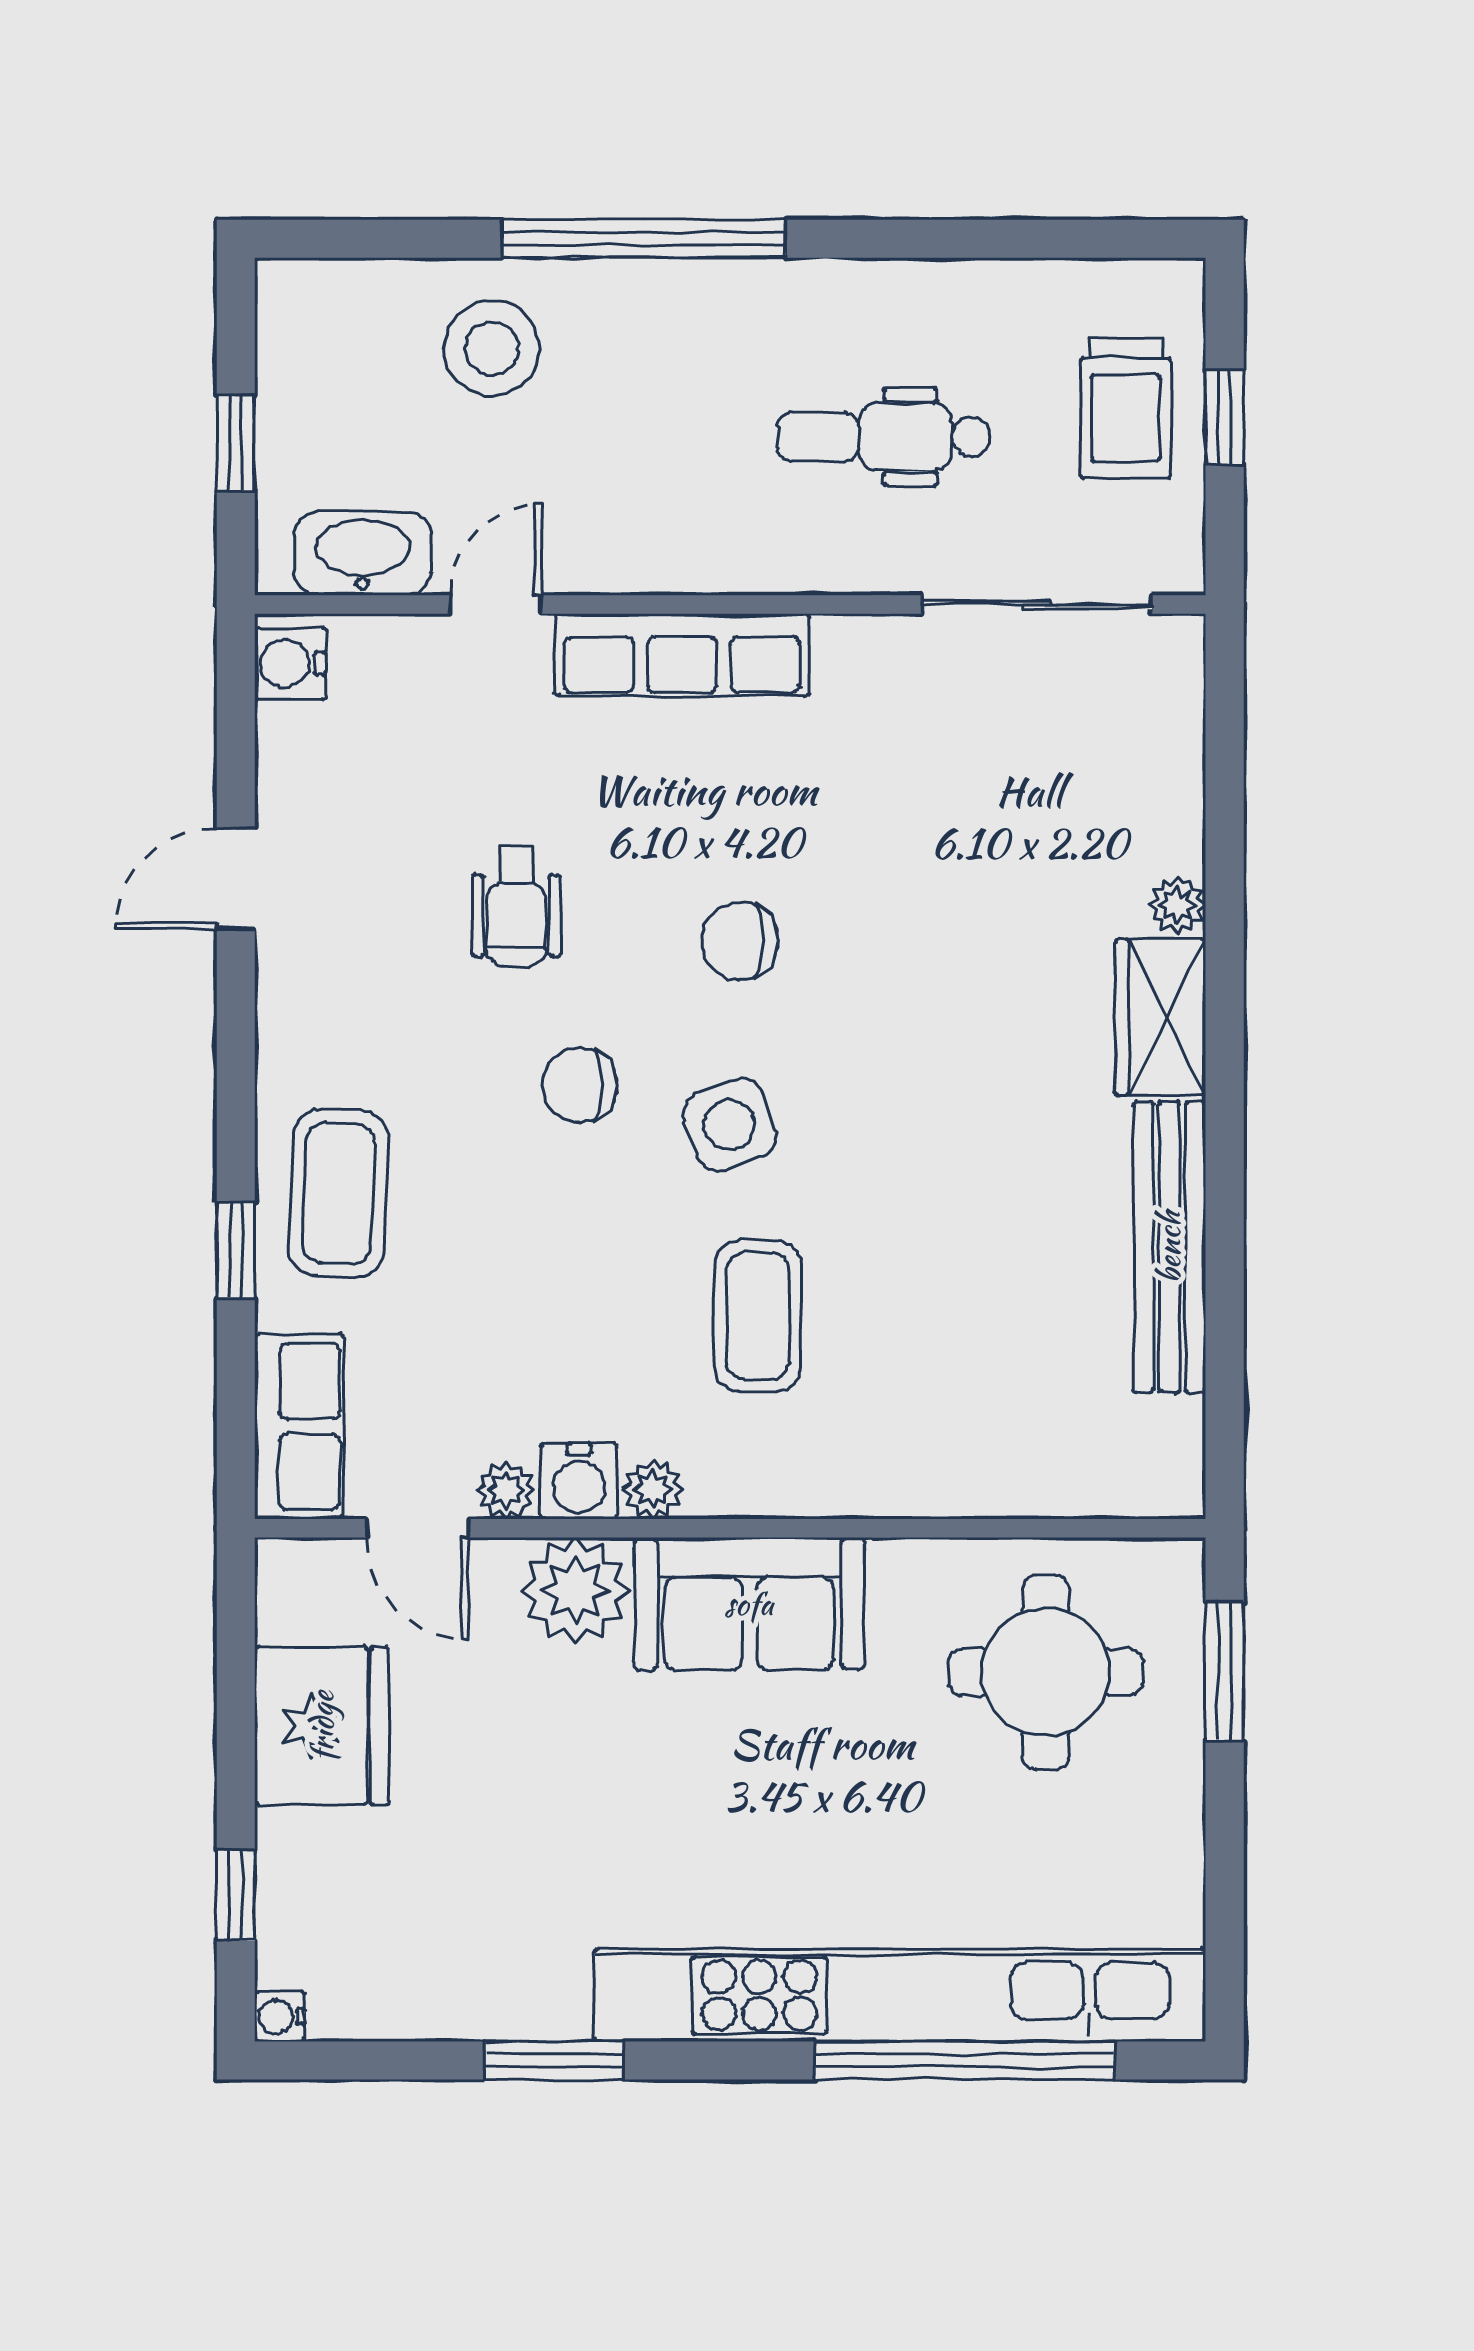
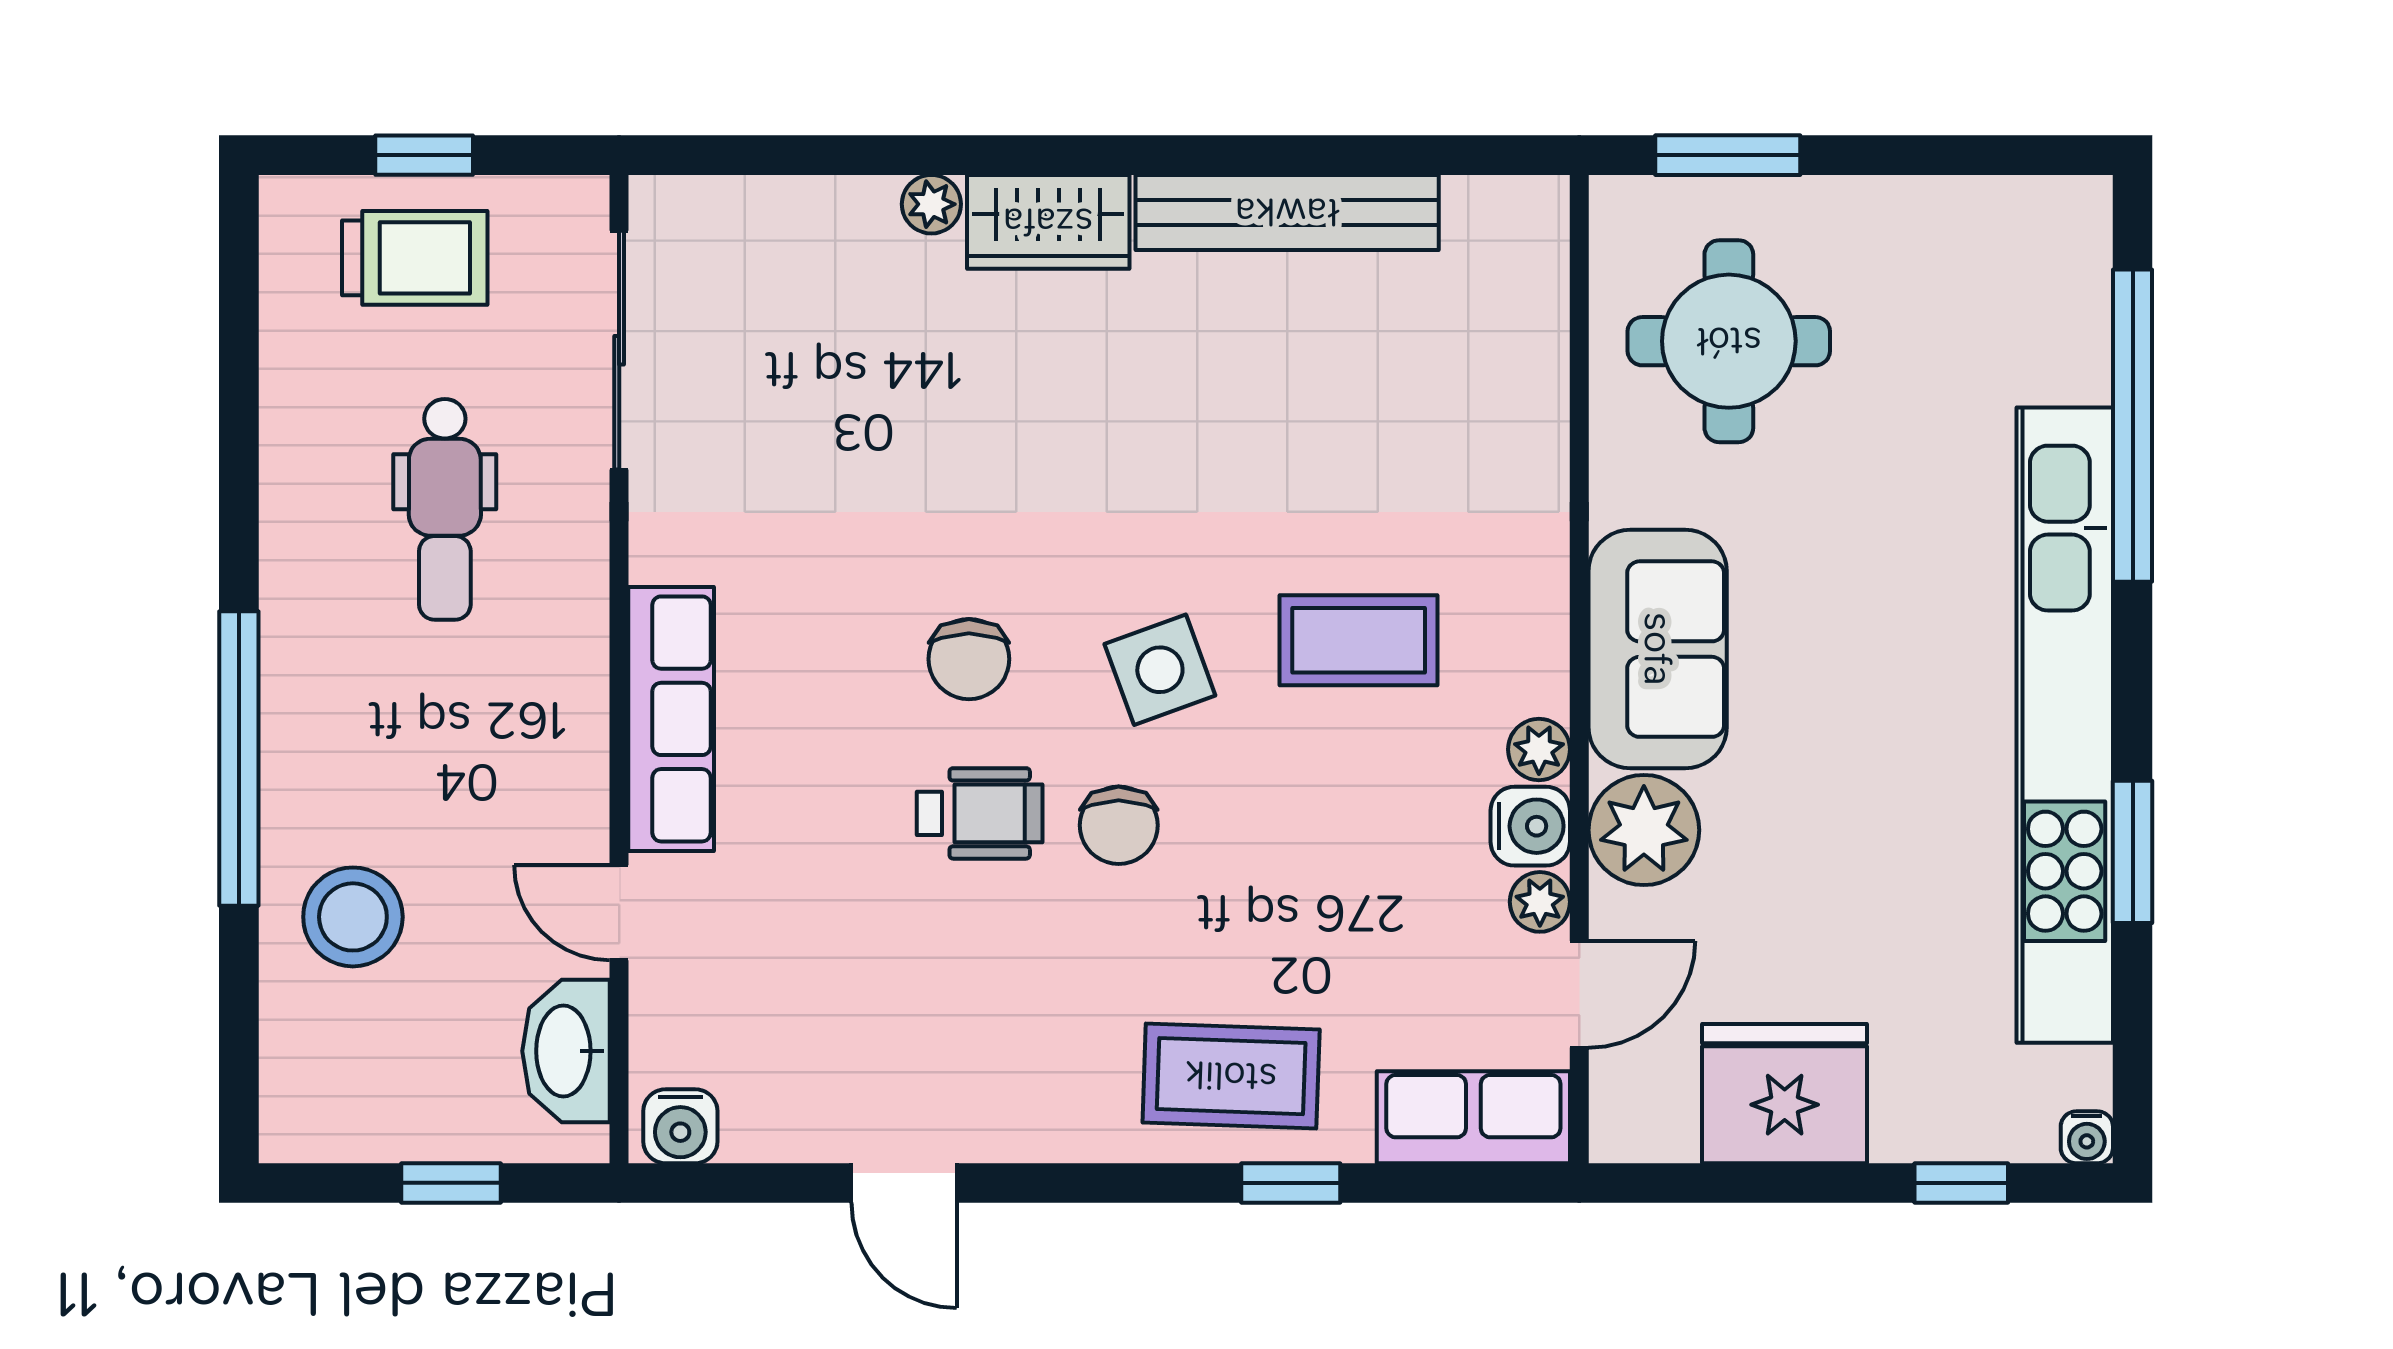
wheelchair: (516, 906) -> (980, 813), moved
kitchen unit: (900, 1995) -> (2065, 725), moved

